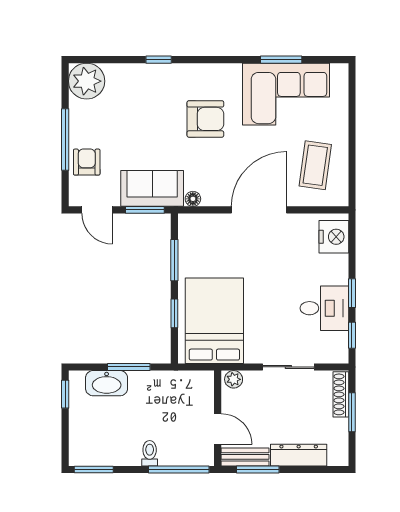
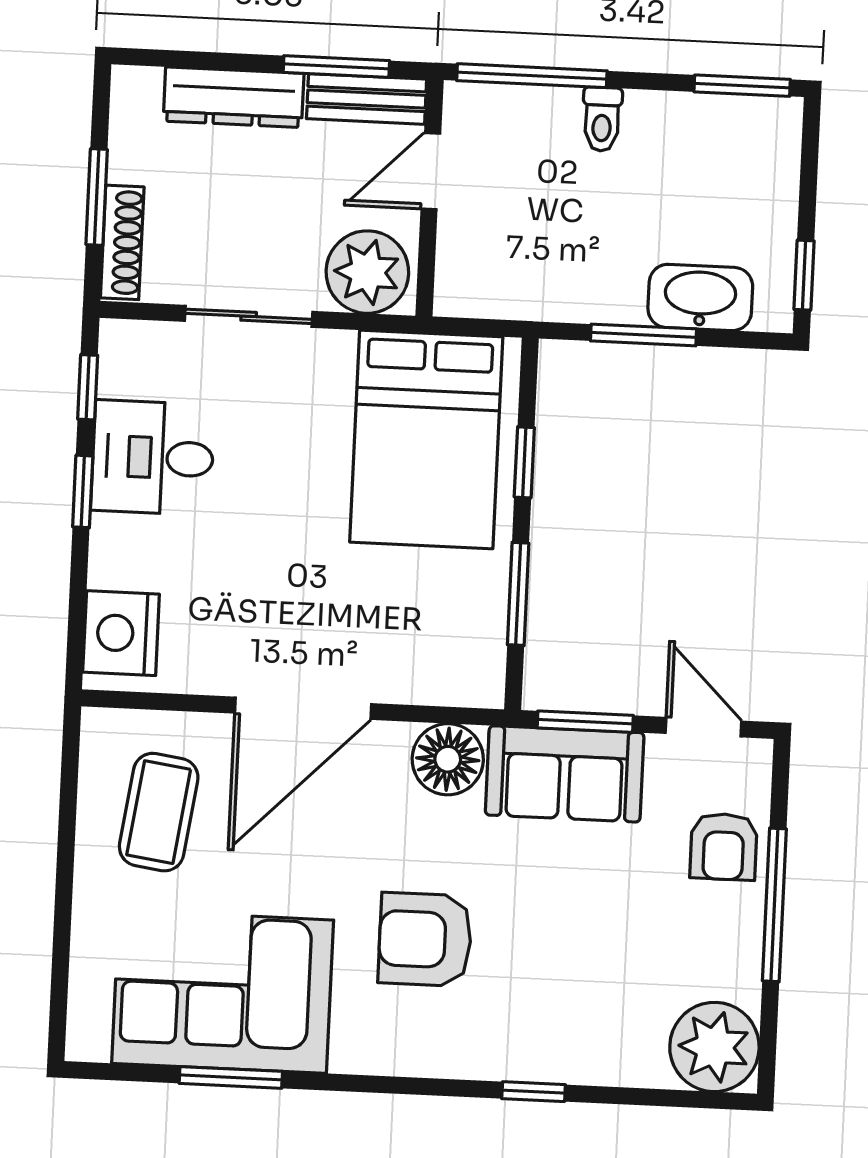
floor lamp: (193, 199) -> (448, 759), width x1.89, depth x1.89
plant: (234, 379) -> (367, 272), width x1.88, depth x1.88
door: (218, 429) -> (431, 171), hinge flipped

